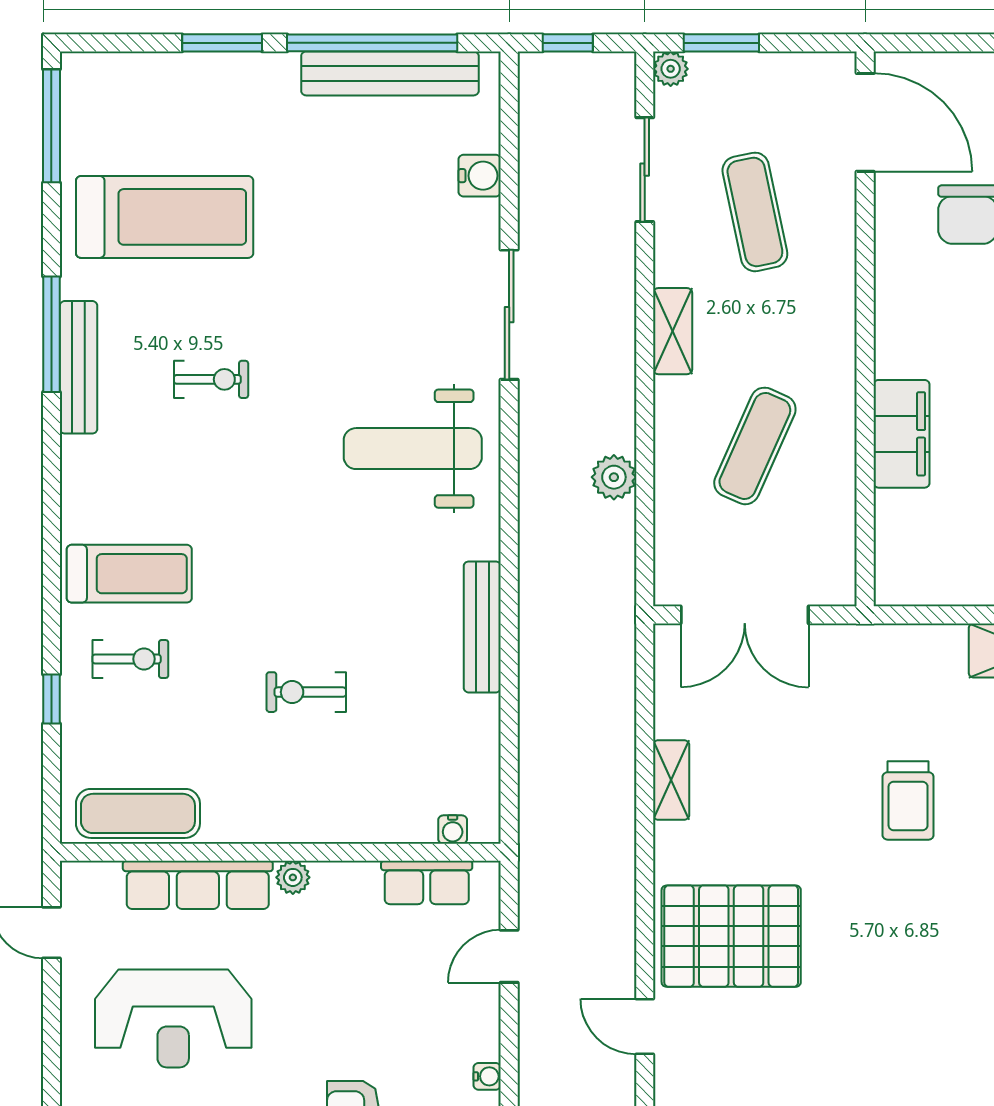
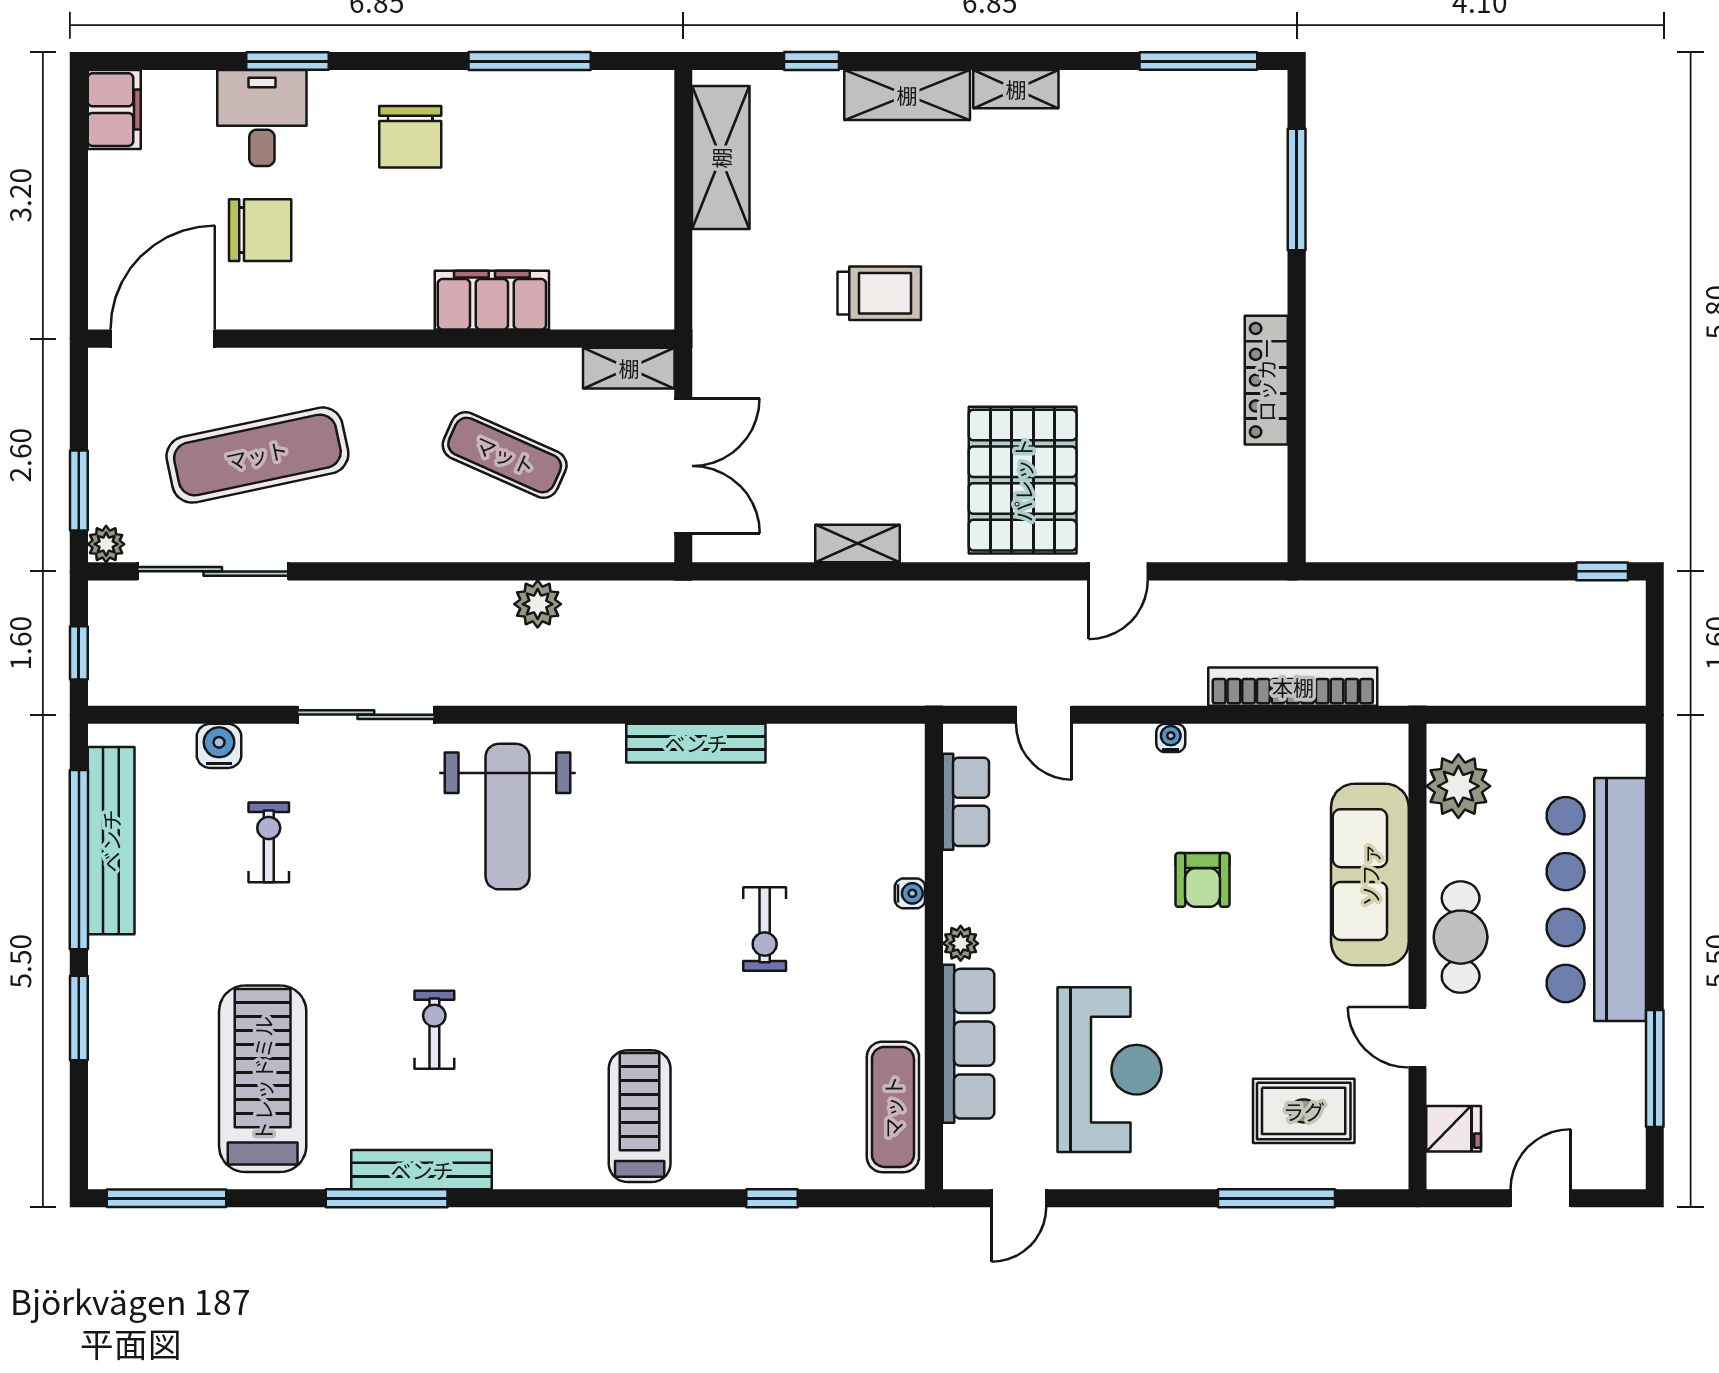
sliding door: (645, 170) -> (213, 571), width x1.37
exercise mat: (755, 212) -> (257, 455), width x1.36, depth x1.45
shelving: (673, 331) -> (629, 368), moved
exercise bike: (130, 659) -> (269, 842), moved
water cooler: (453, 830) -> (910, 893), moved

